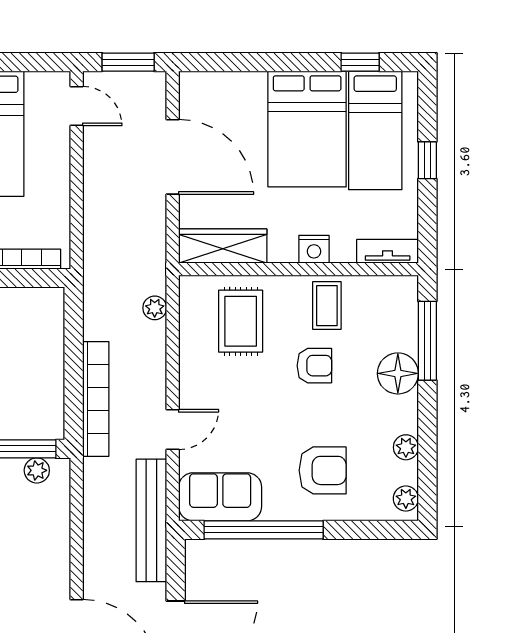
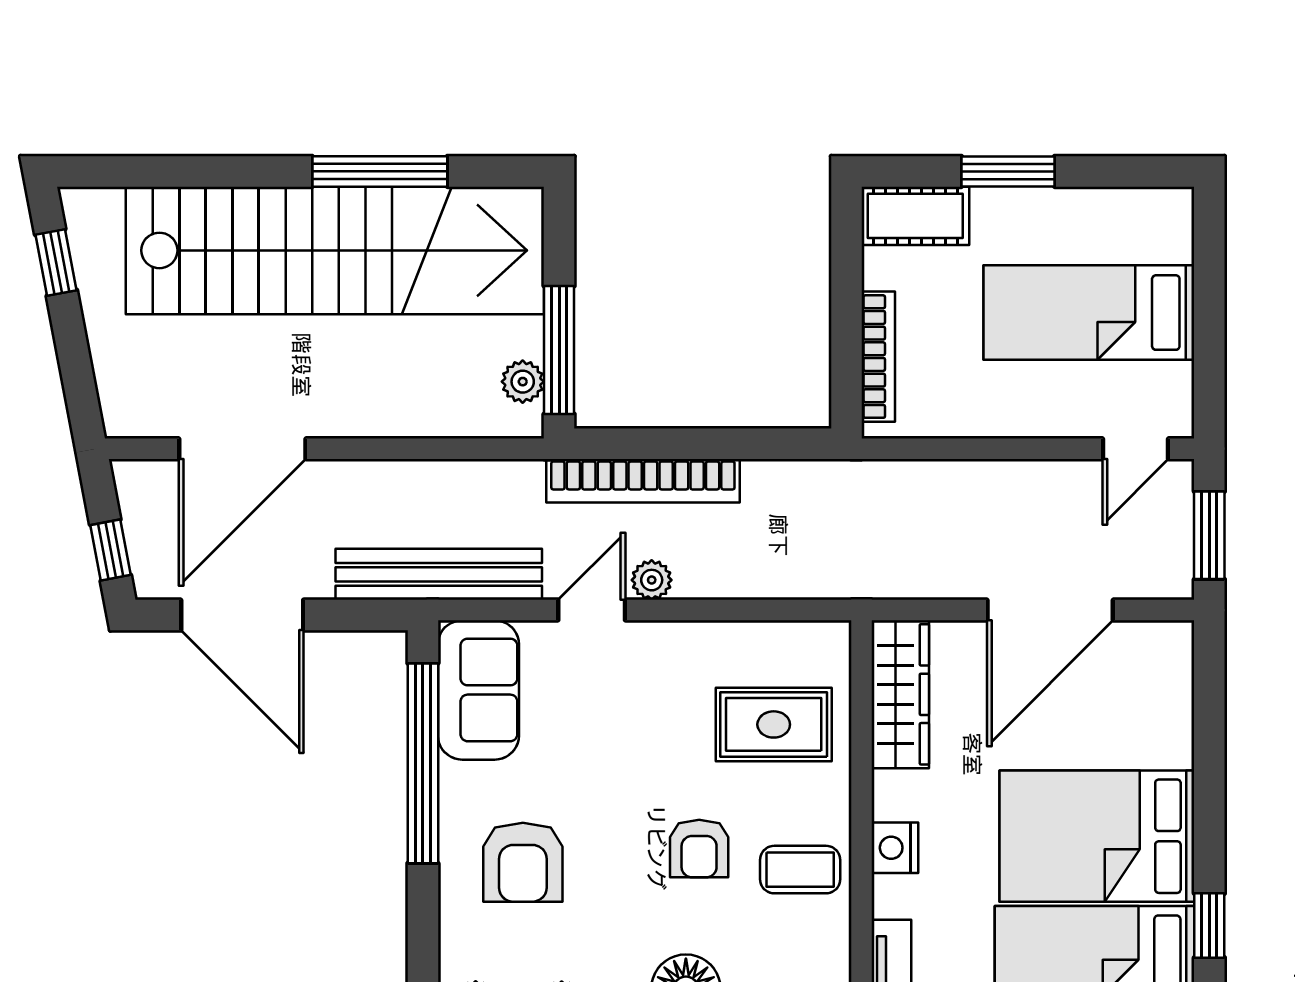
plant: (155, 308) -> (652, 580), moved
door: (173, 430) -> (592, 610), swing flipped

